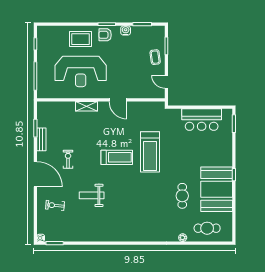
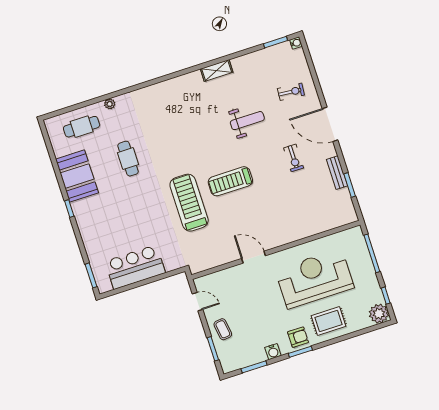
plant: (44, 33) -> (379, 314), added
shelving: (86, 106) -> (217, 70), moved
booth: (217, 189) -> (77, 176), width x0.73, depth x0.70

